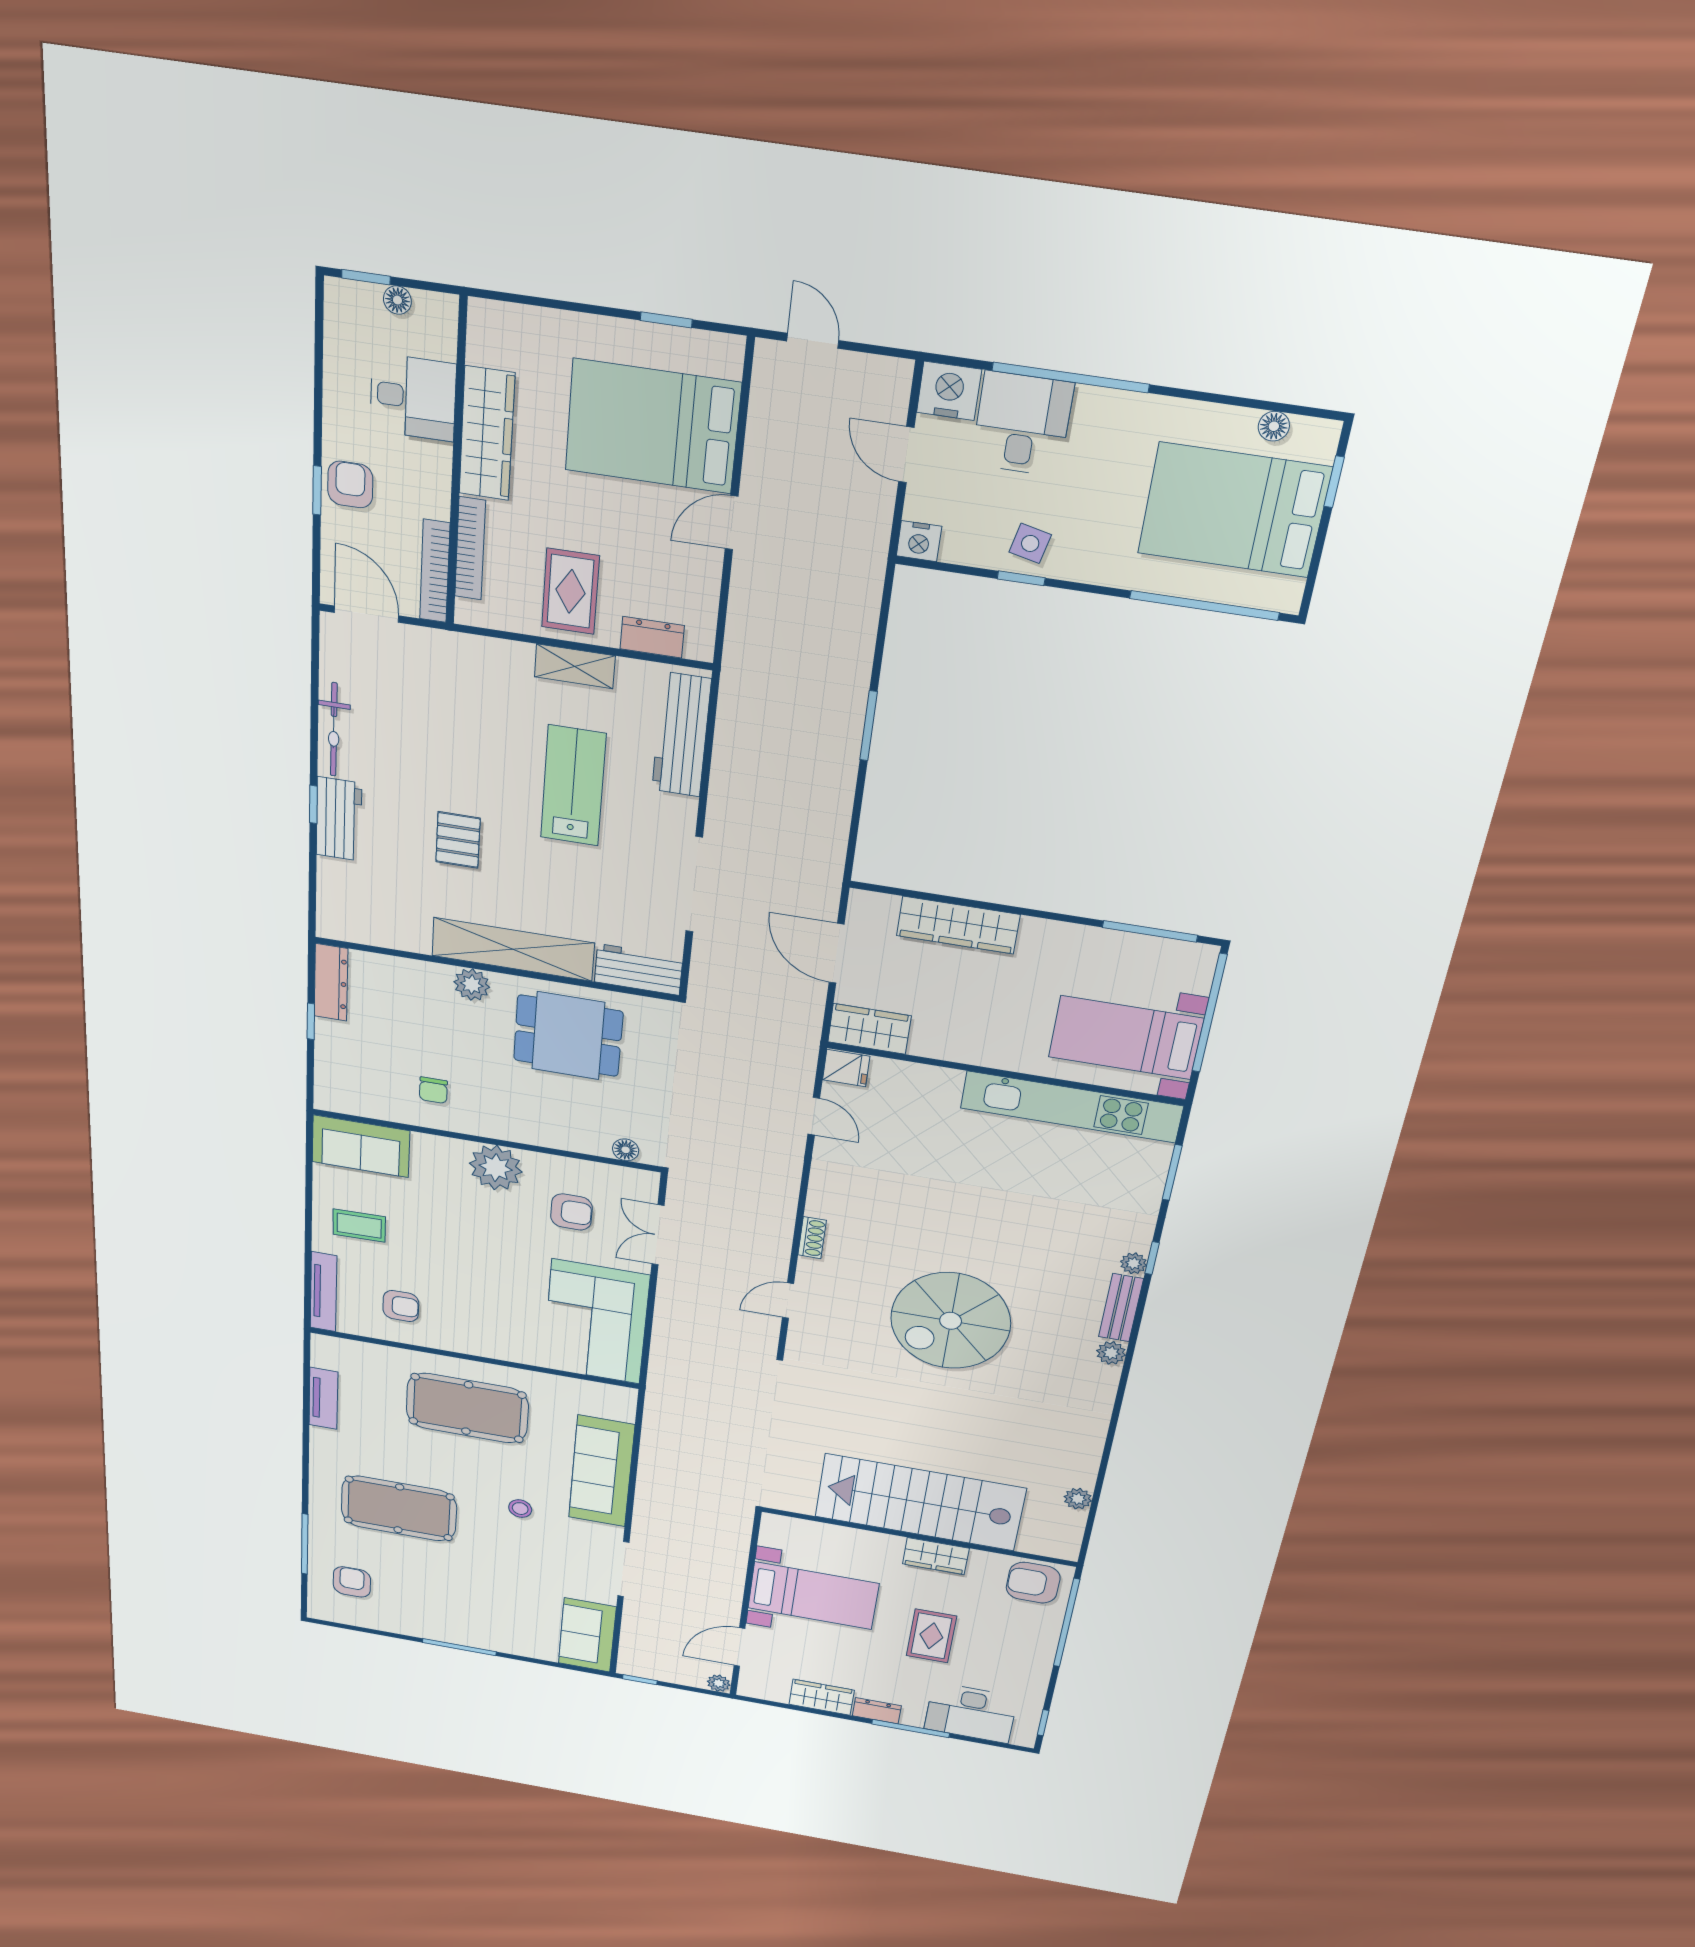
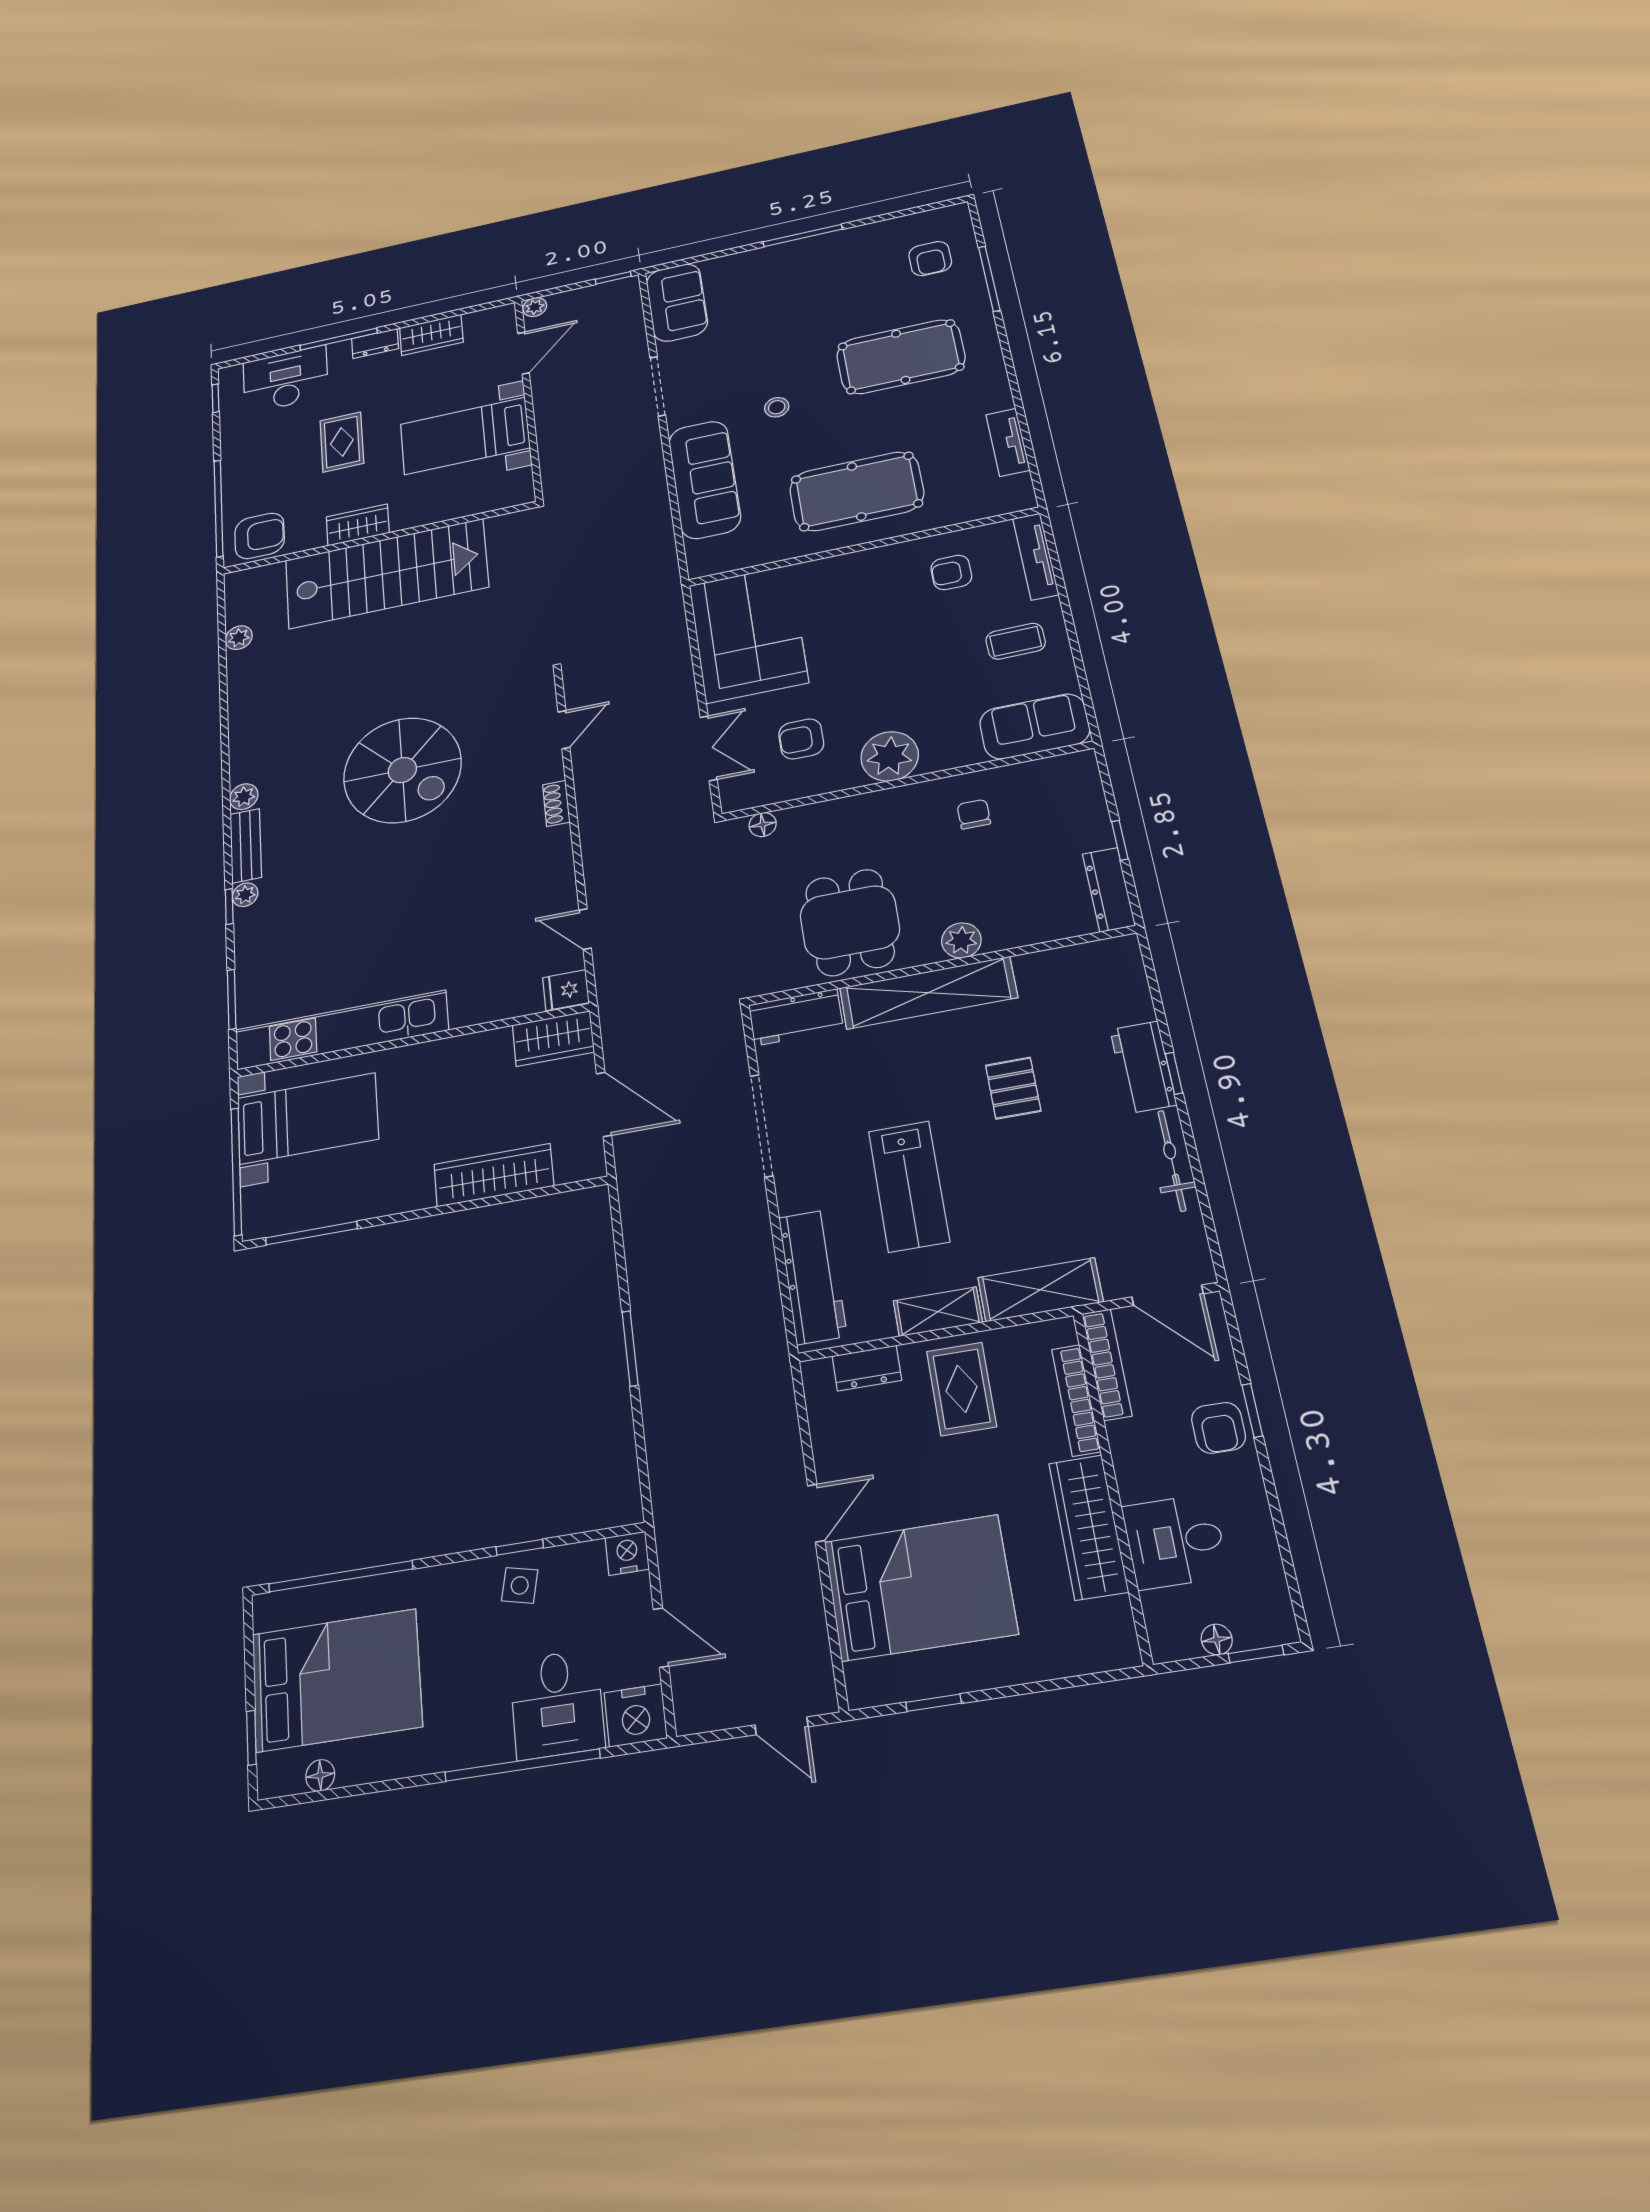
shelving: (478, 656) -> (1040, 1290), added
dining table: (568, 1036) -> (850, 922), turned 90
spiral stairs: (951, 1321) -> (402, 770), turned 90

